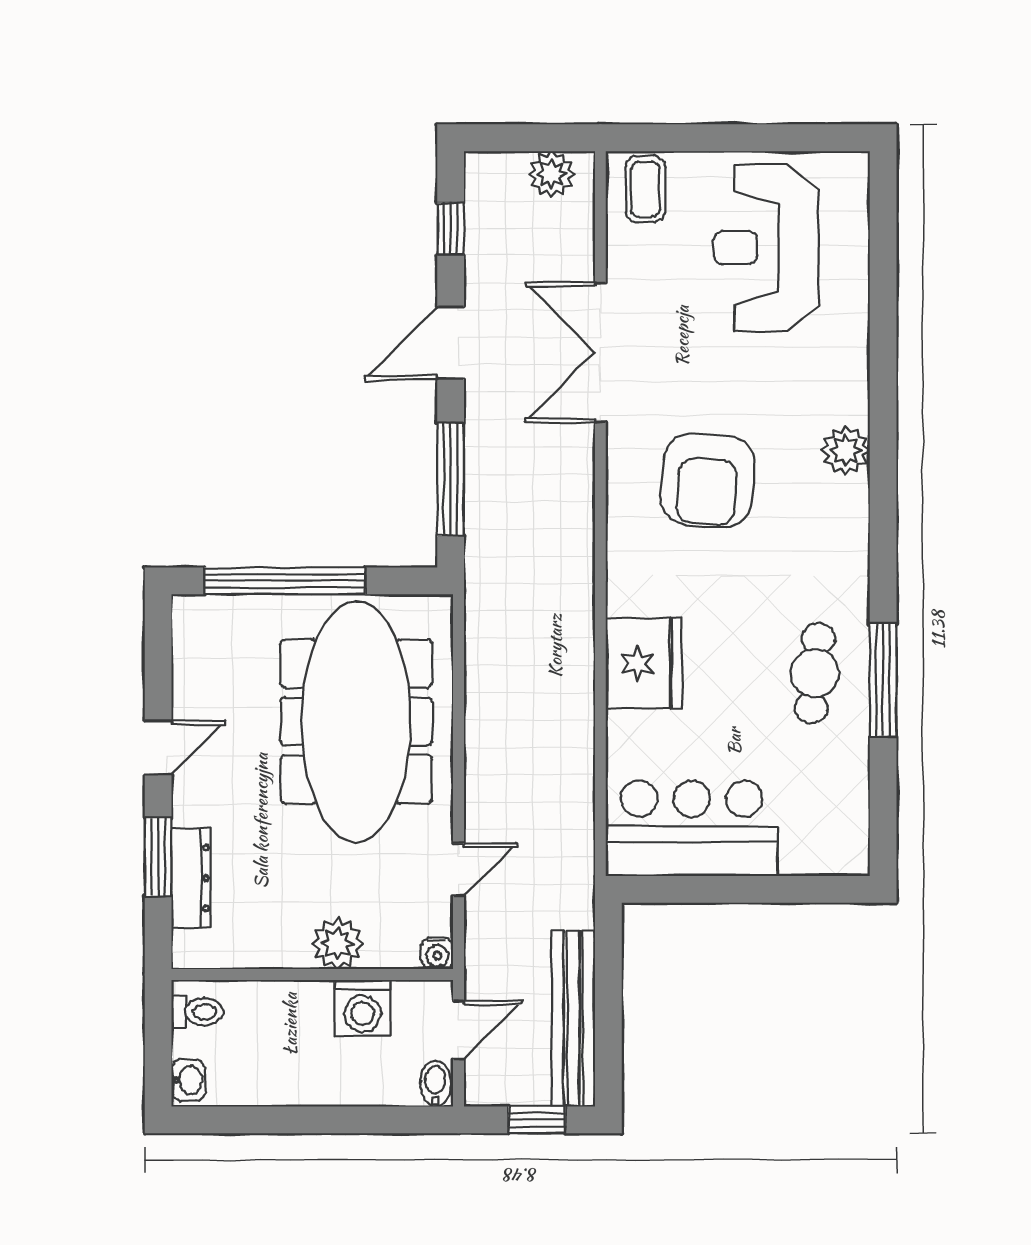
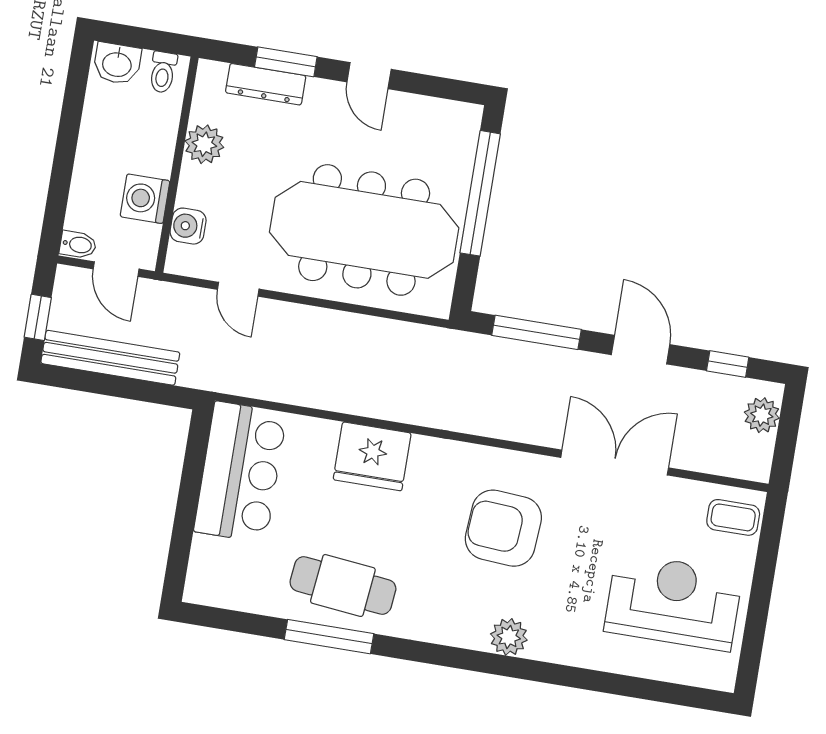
plant: (552, 174) -> (762, 415), moved
cafe table: (815, 673) -> (343, 585), width x1.37, depth x1.35
plant: (337, 944) -> (204, 144), moved
water cooler: (437, 953) -> (188, 226), moved, width x1.38, depth x1.38
washbasin: (188, 1080) -> (117, 64), width x1.38, depth x1.45

